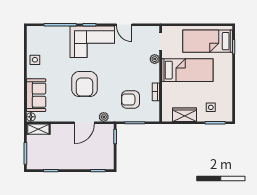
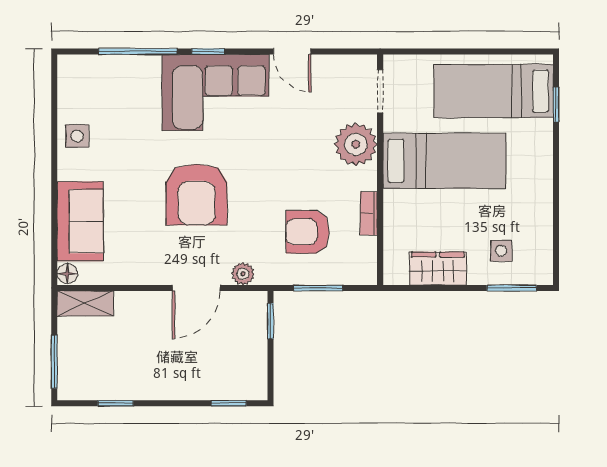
plant: (155, 59) -> (356, 144), width x1.88, depth x1.88

